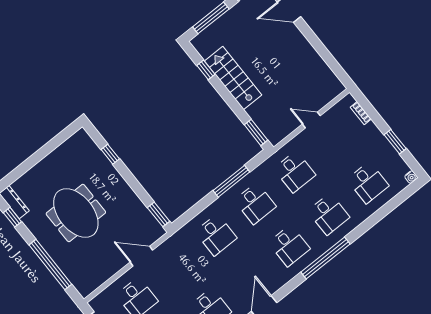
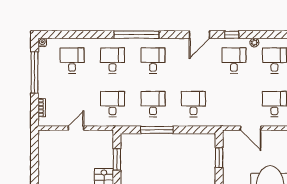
door: (311, 120) -> (76, 128), swing flipped
window: (256, 132) -> (117, 159), moved
window: (395, 142) -> (35, 73), width x2.11
window: (158, 214) -> (219, 158), moved

